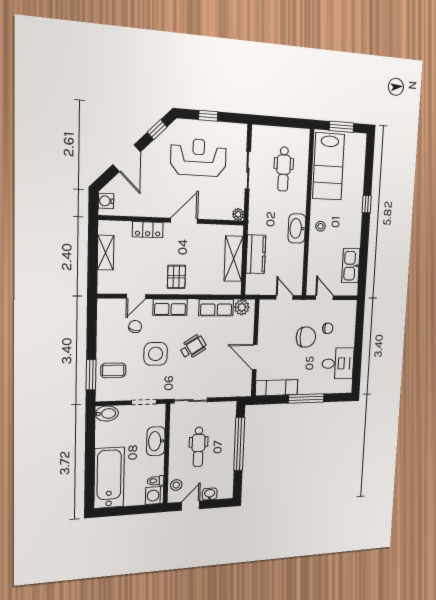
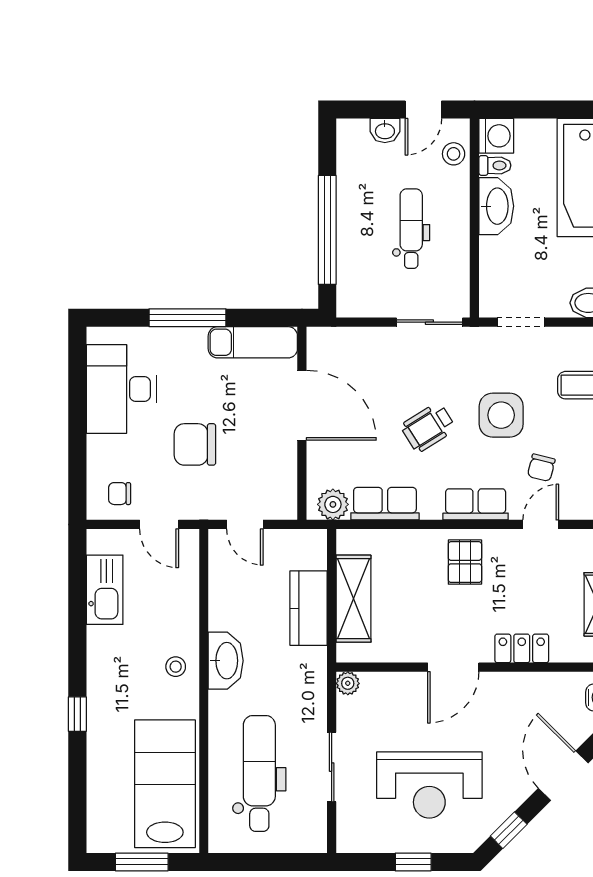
dental chair: (284, 169) -> (259, 773), width x1.36, depth x1.38
chair: (328, 328) -> (120, 494), moved
door: (255, 357) -> (302, 405), width x1.36
desk: (338, 363) -> (121, 389), width x1.37
washbasin: (156, 441) -> (496, 206), moved

